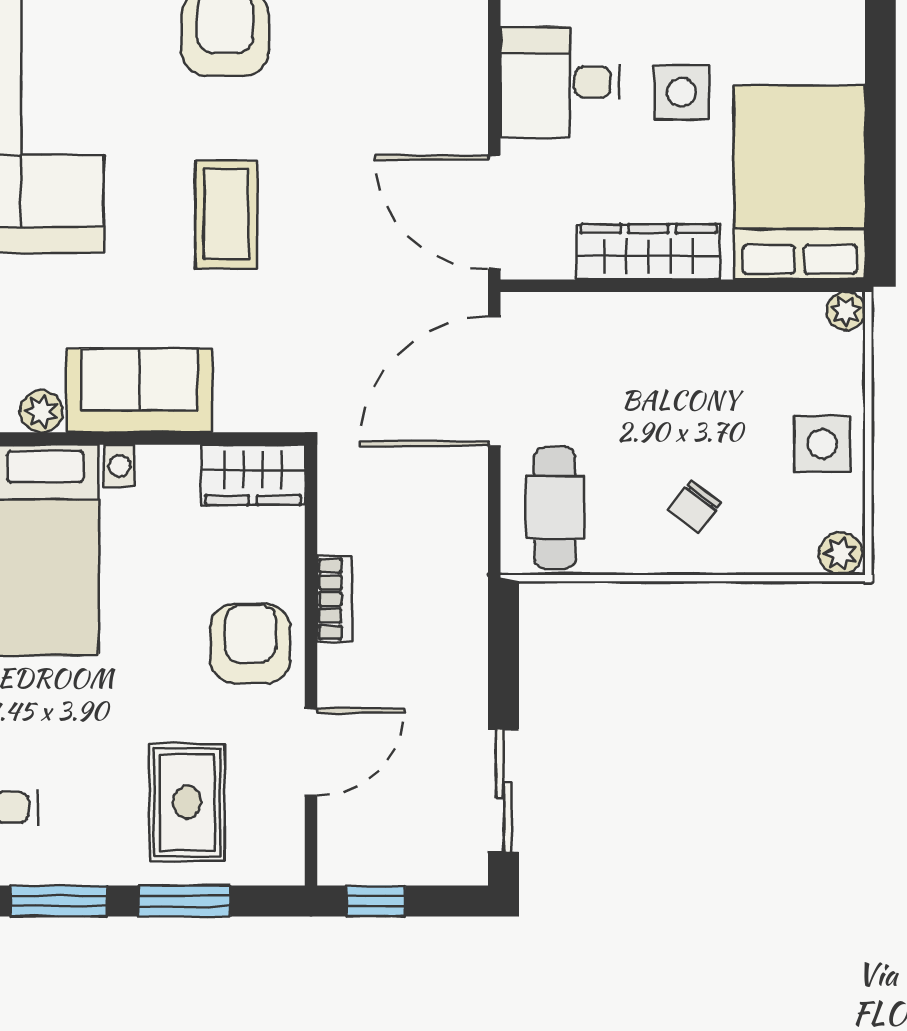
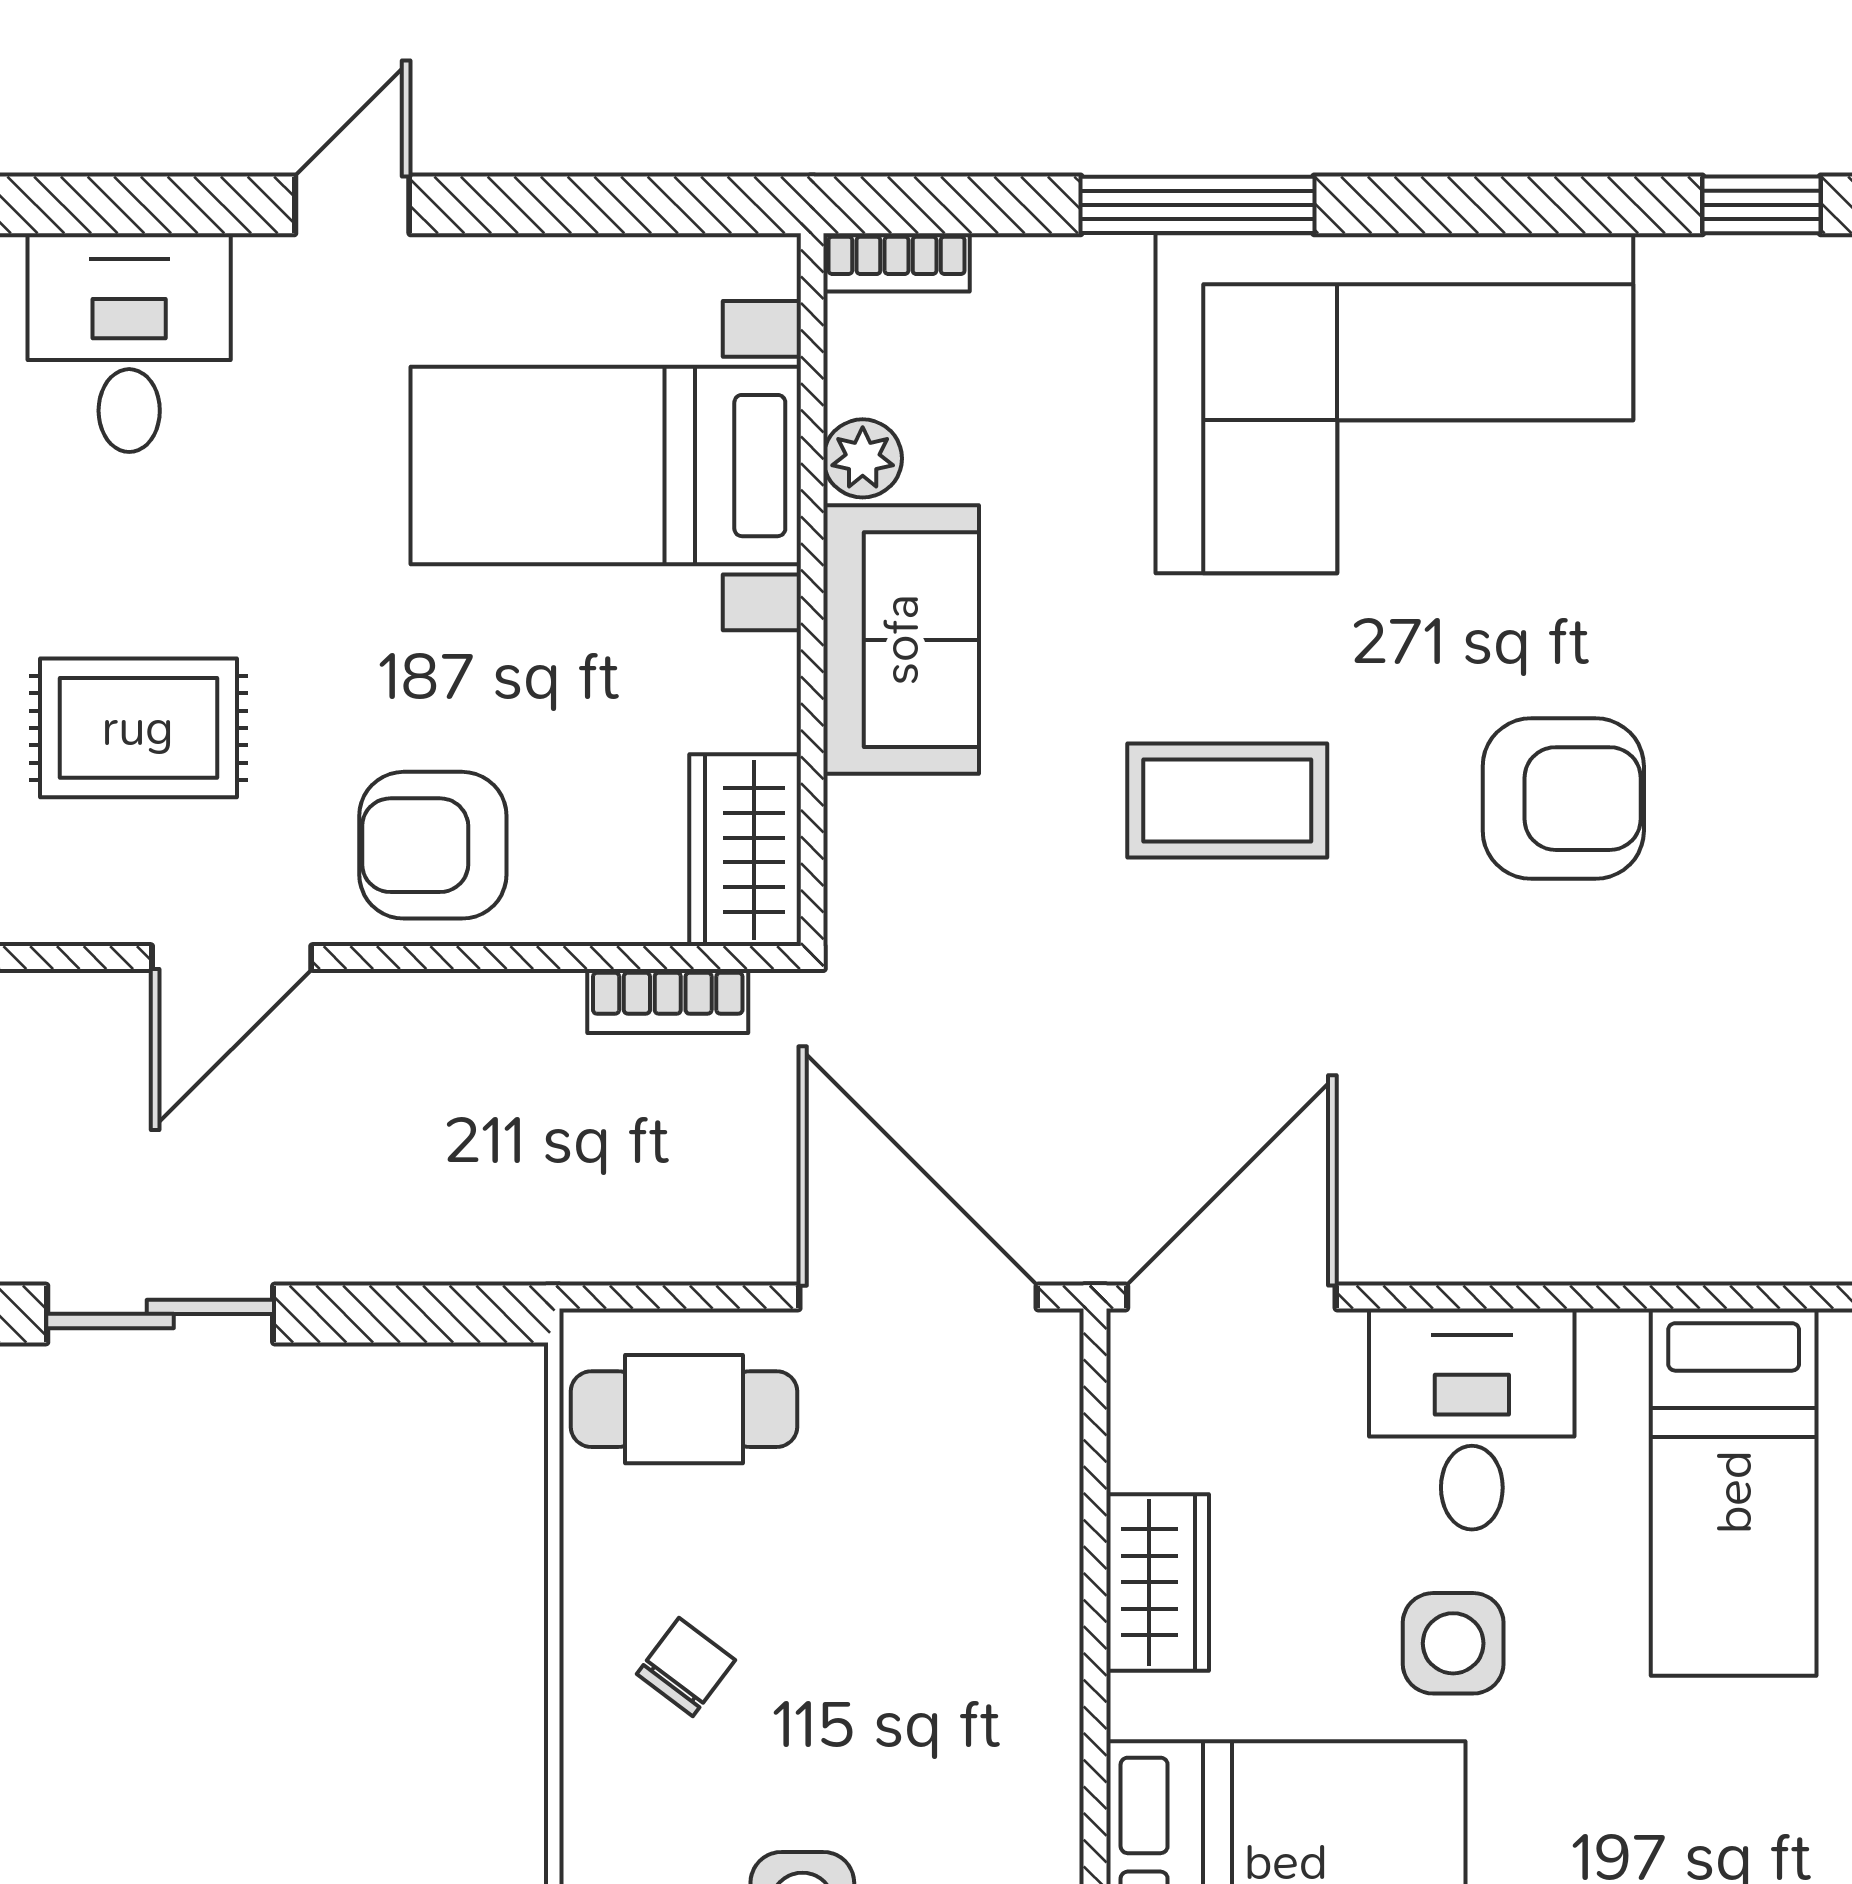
wardrobe: (648, 252) -> (1158, 1582), width x0.67
chair: (694, 507) -> (686, 1667), turned 90
bookcase: (334, 599) -> (668, 1001), moved
armchair: (250, 643) -> (433, 845), turned 180
door: (311, 752) -> (232, 957), hinge flipped

